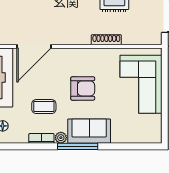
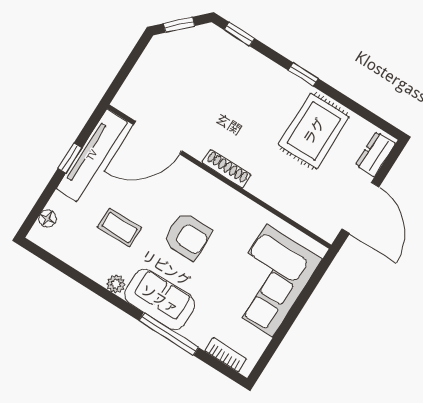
shoe rack: (106, 40) -> (227, 169), moved
bookcase: (41, 138) -> (226, 355), moved
window: (78, 146) -> (169, 334), moved

